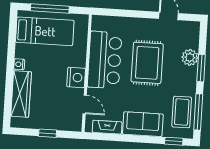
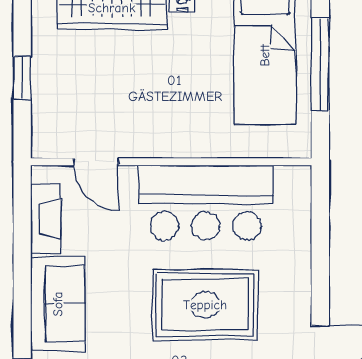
nightstand: (76, 77) -> (159, 137), removed
door: (85, 104) -> (96, 162), hinge flipped

